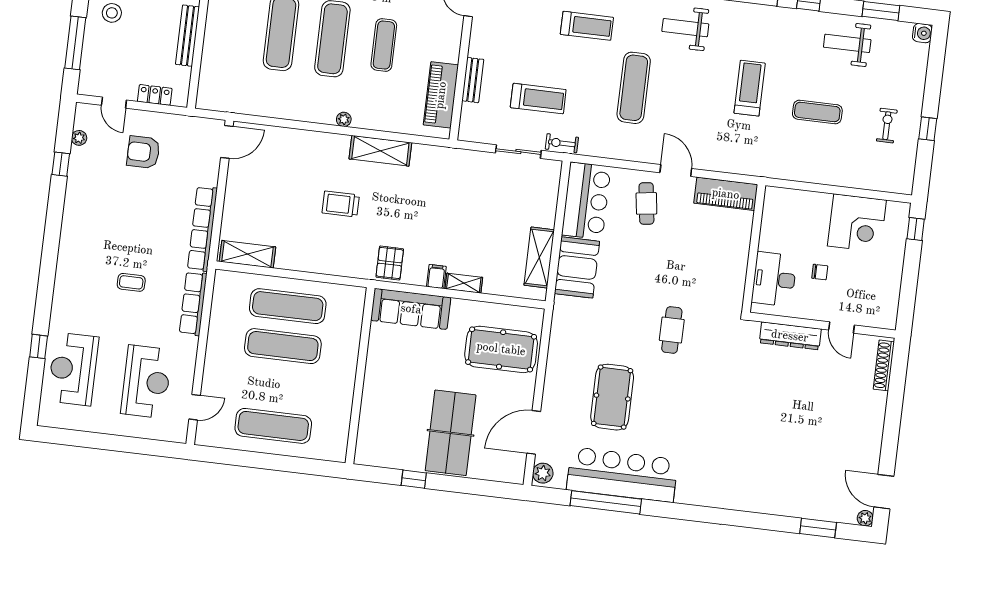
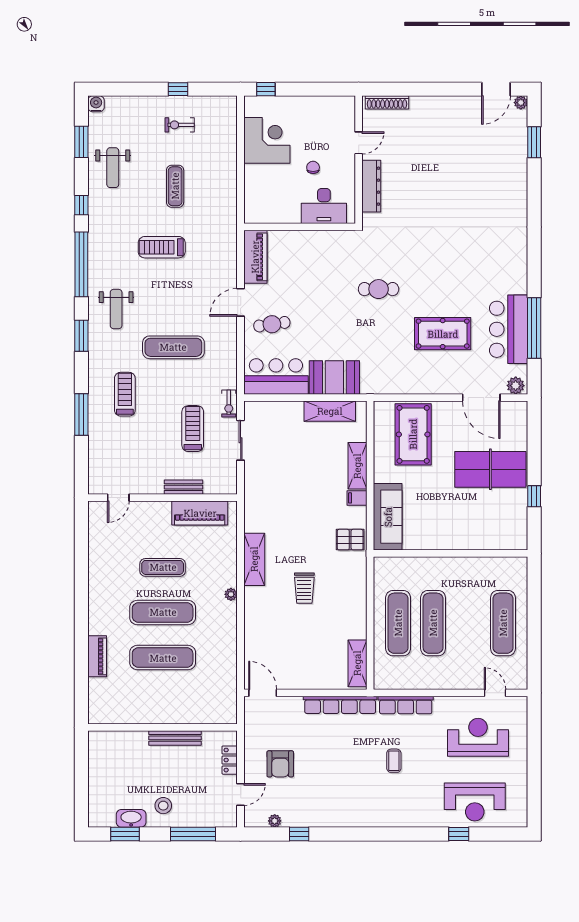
shelving: (464, 283) -> (357, 466), width x1.50, depth x1.33
bar counter: (622, 475) -> (509, 329), width x0.73

